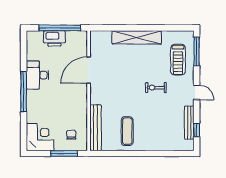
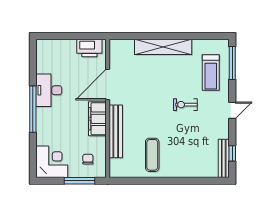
window: (60, 28) -> (75, 36), removed
printer: (54, 38) -> (89, 48), moved
door: (197, 93) -> (232, 110), hinge flipped
filing cabinet: (80, 100) -> (97, 119), added
bench: (189, 123) -> (224, 158), moved
bench: (96, 128) -> (116, 131), moved

